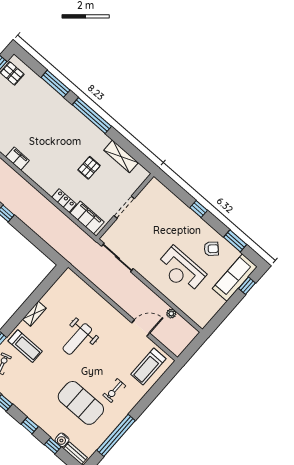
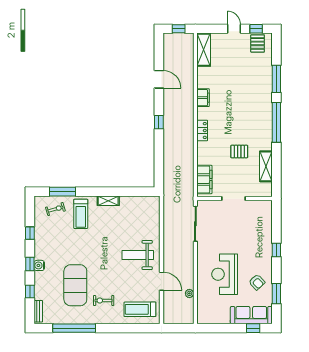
locker: (64, 201) -> (202, 131), moved
weight bench: (77, 339) -> (138, 255), moved
water cooler: (62, 440) -> (39, 265), moved

